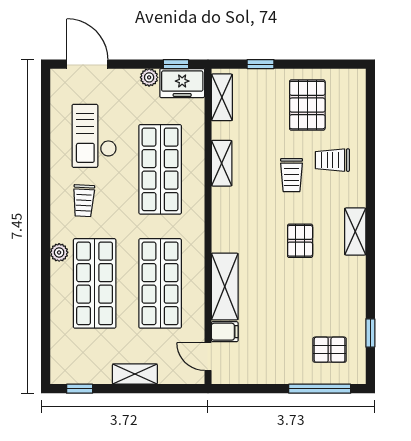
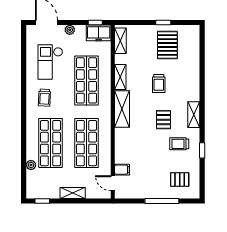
window: (261, 64) -> (163, 22), moved
plant: (149, 77) -> (70, 30), moved
trolley: (332, 160) -> (179, 144), moved
plant: (59, 252) -> (31, 165), moved
shelving: (225, 286) -> (122, 109), moved
window: (370, 333) -> (202, 150), moved
window: (320, 389) -> (162, 201), moved

